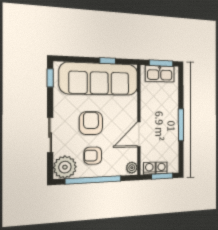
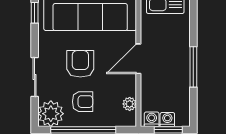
door: (139, 134) -> (138, 59), moved
armchair: (93, 156) -> (83, 102), turned 180
plant: (132, 168) -> (130, 104), moved

